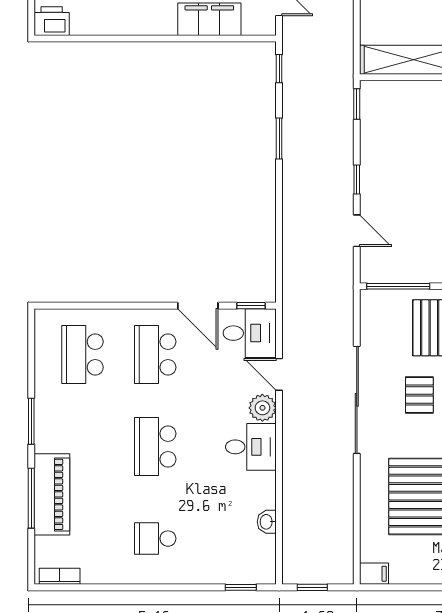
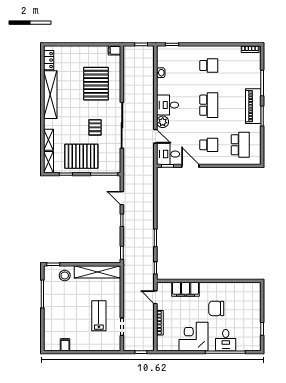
printer: (52, 21) -> (253, 288), removed
school desk: (155, 355) -> (209, 145), width x0.54
piano: (52, 494) -> (253, 106), moved

